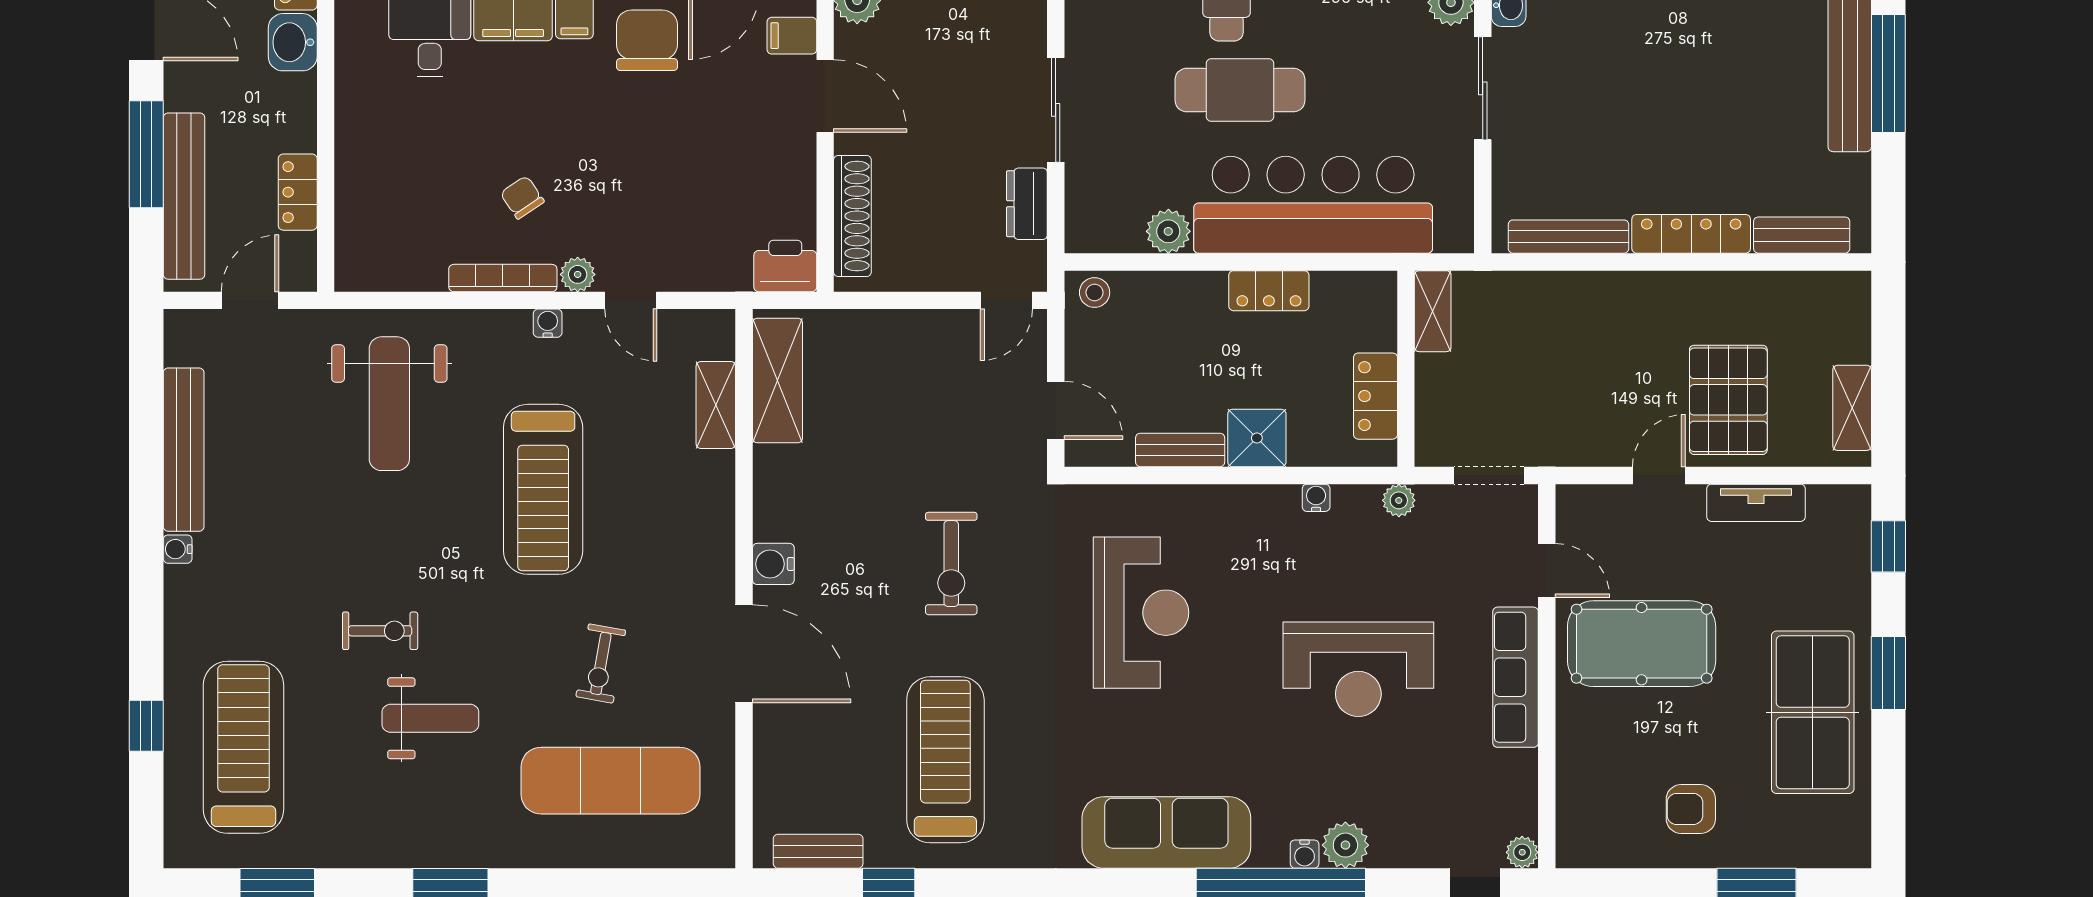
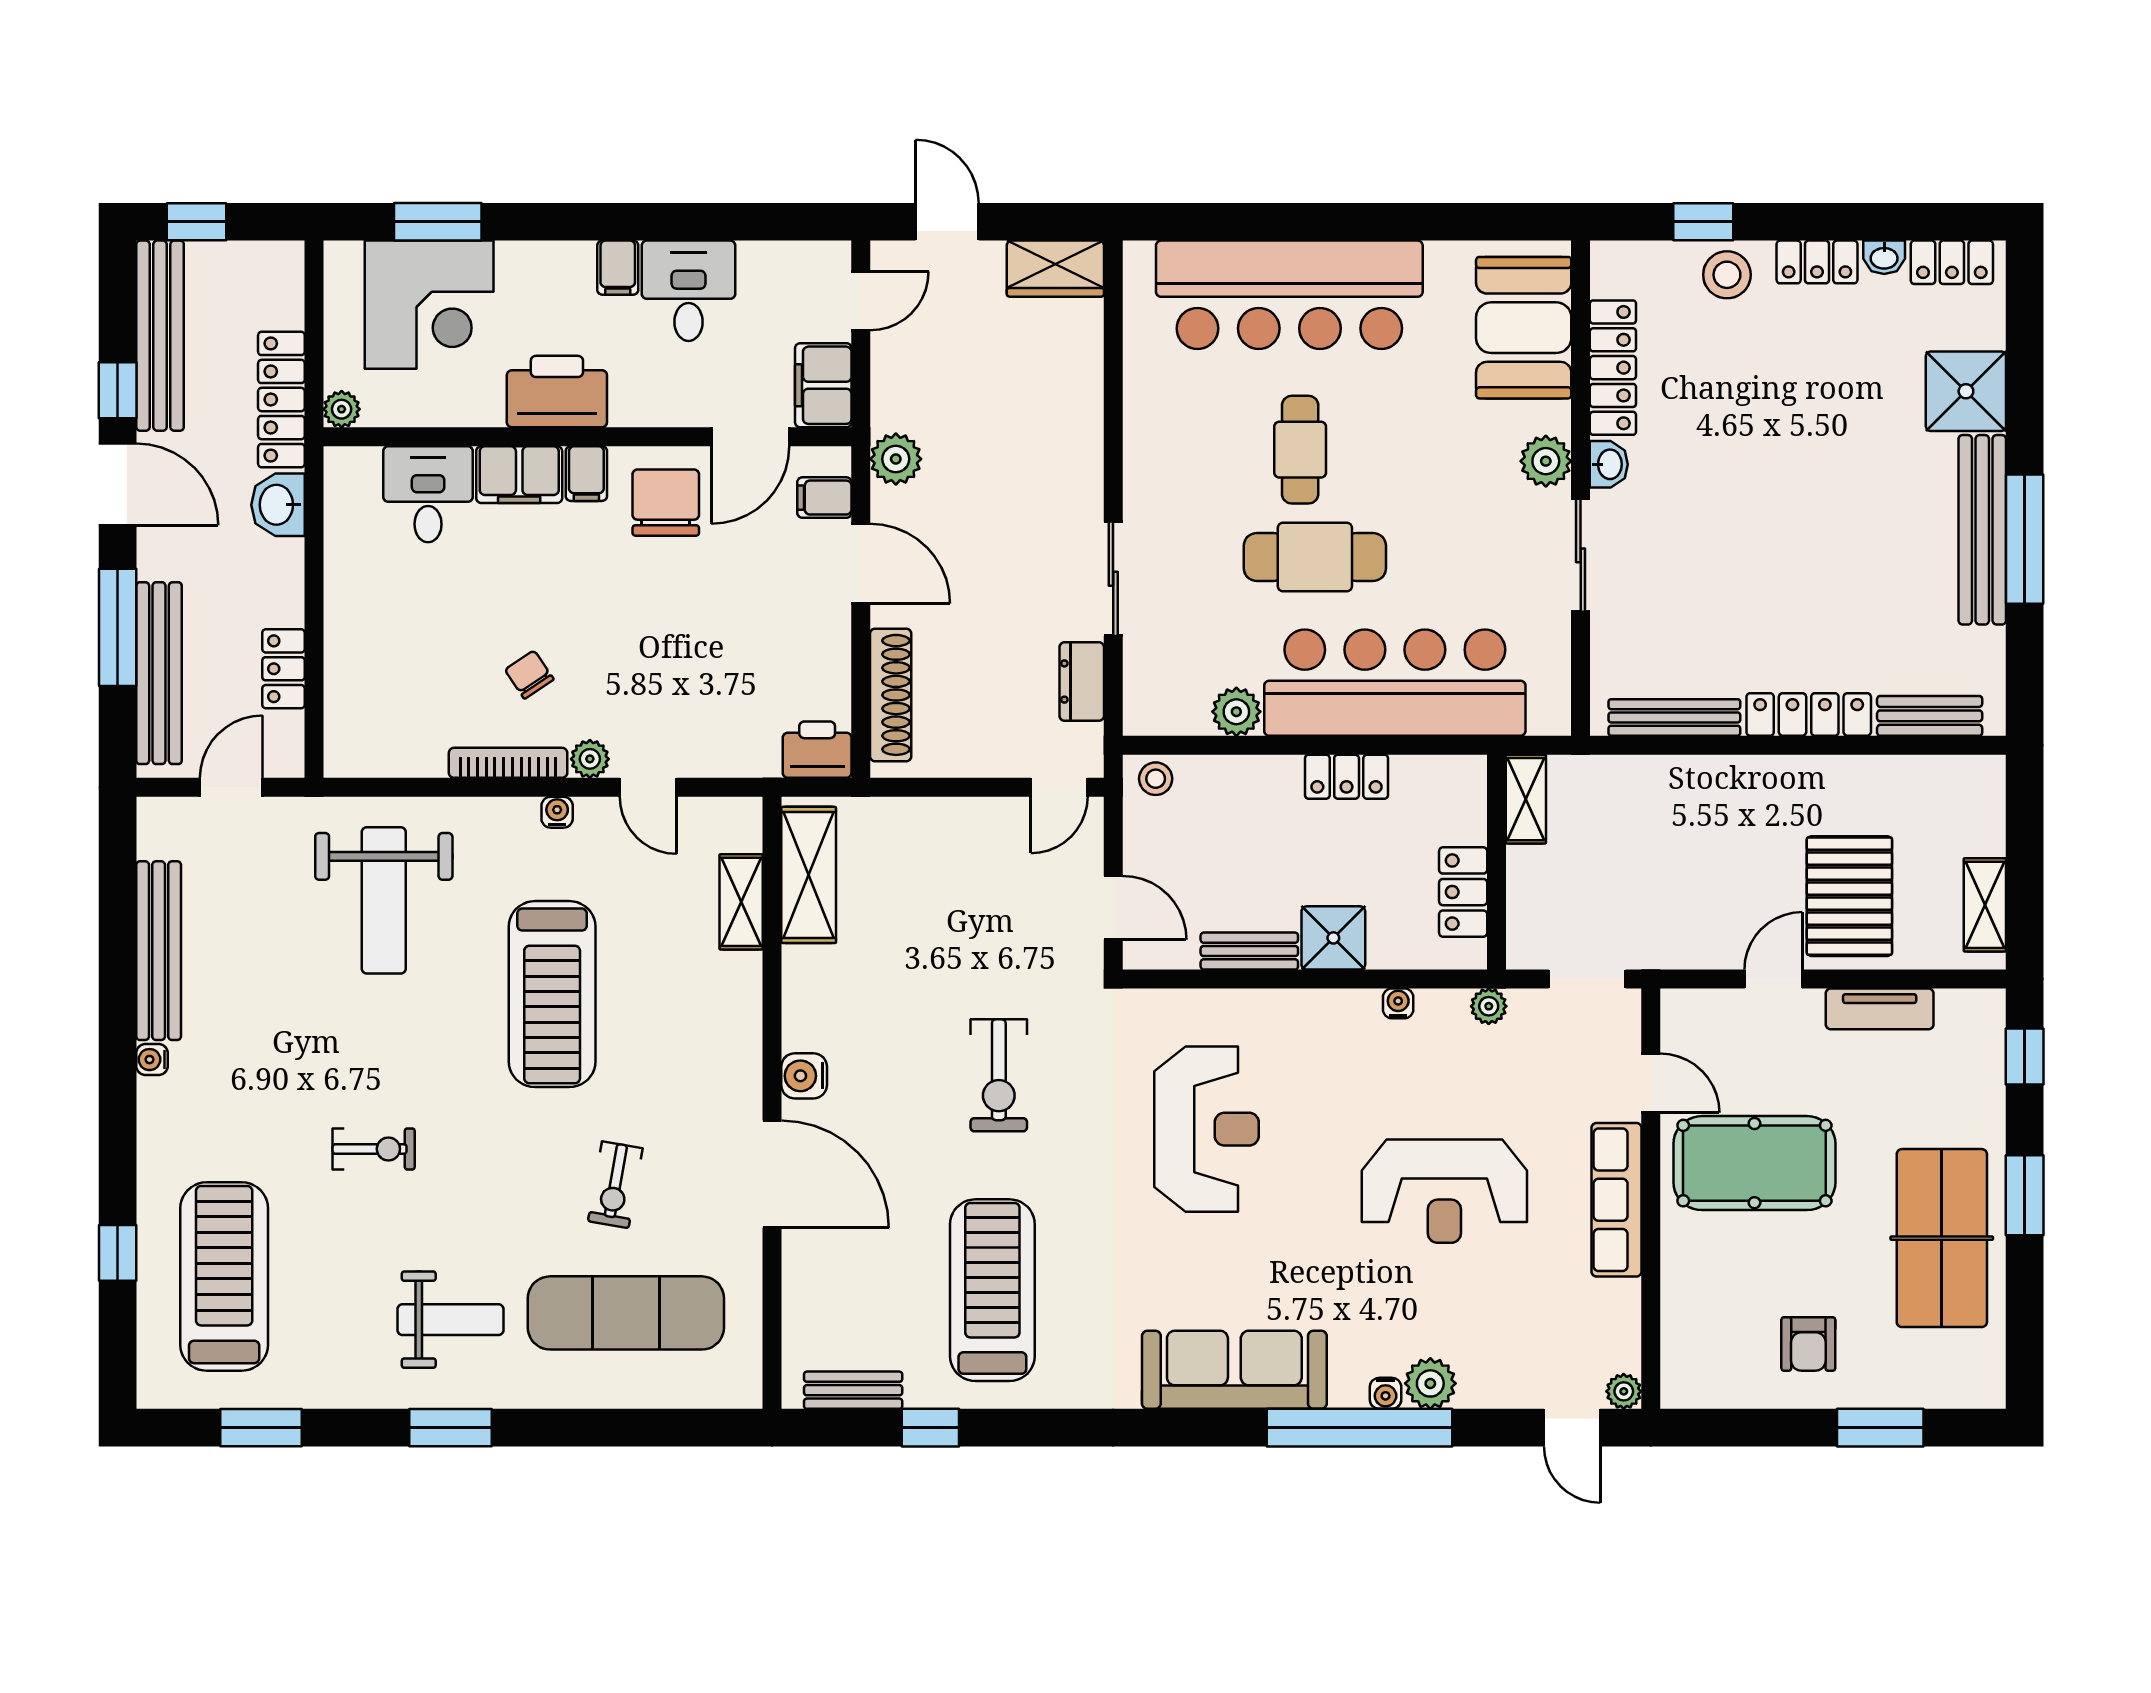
weight bench: (430, 718) -> (450, 1320), moved
armchair: (1691, 809) -> (1808, 1344), turned -90

